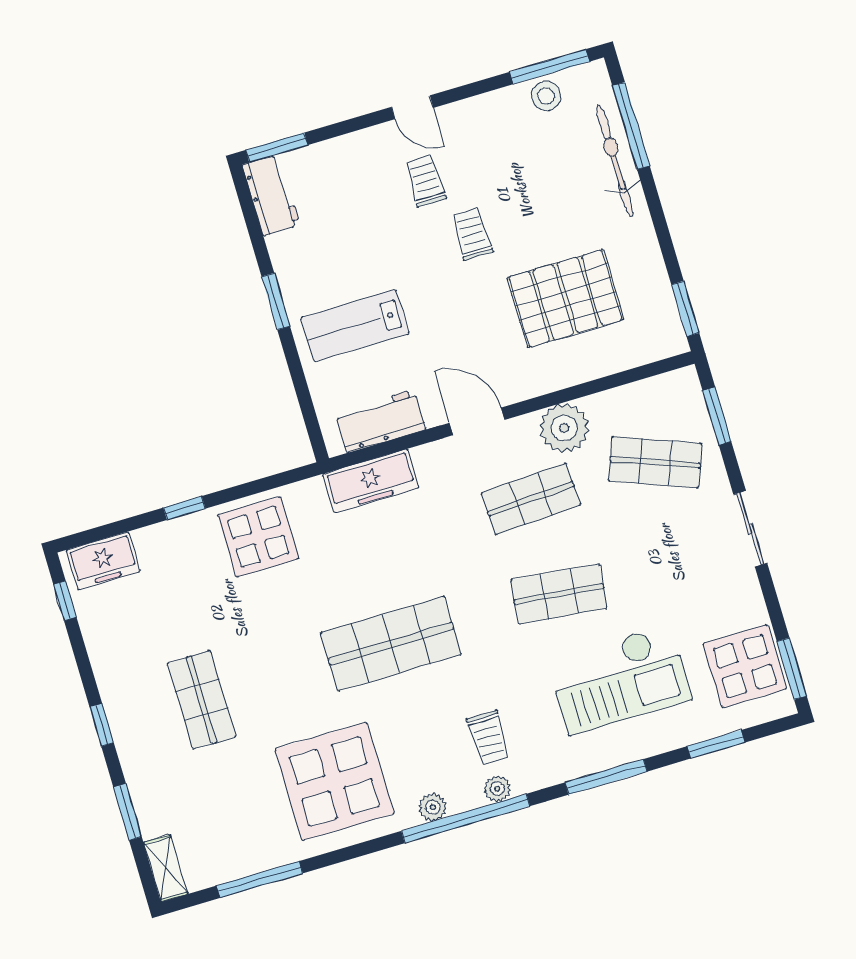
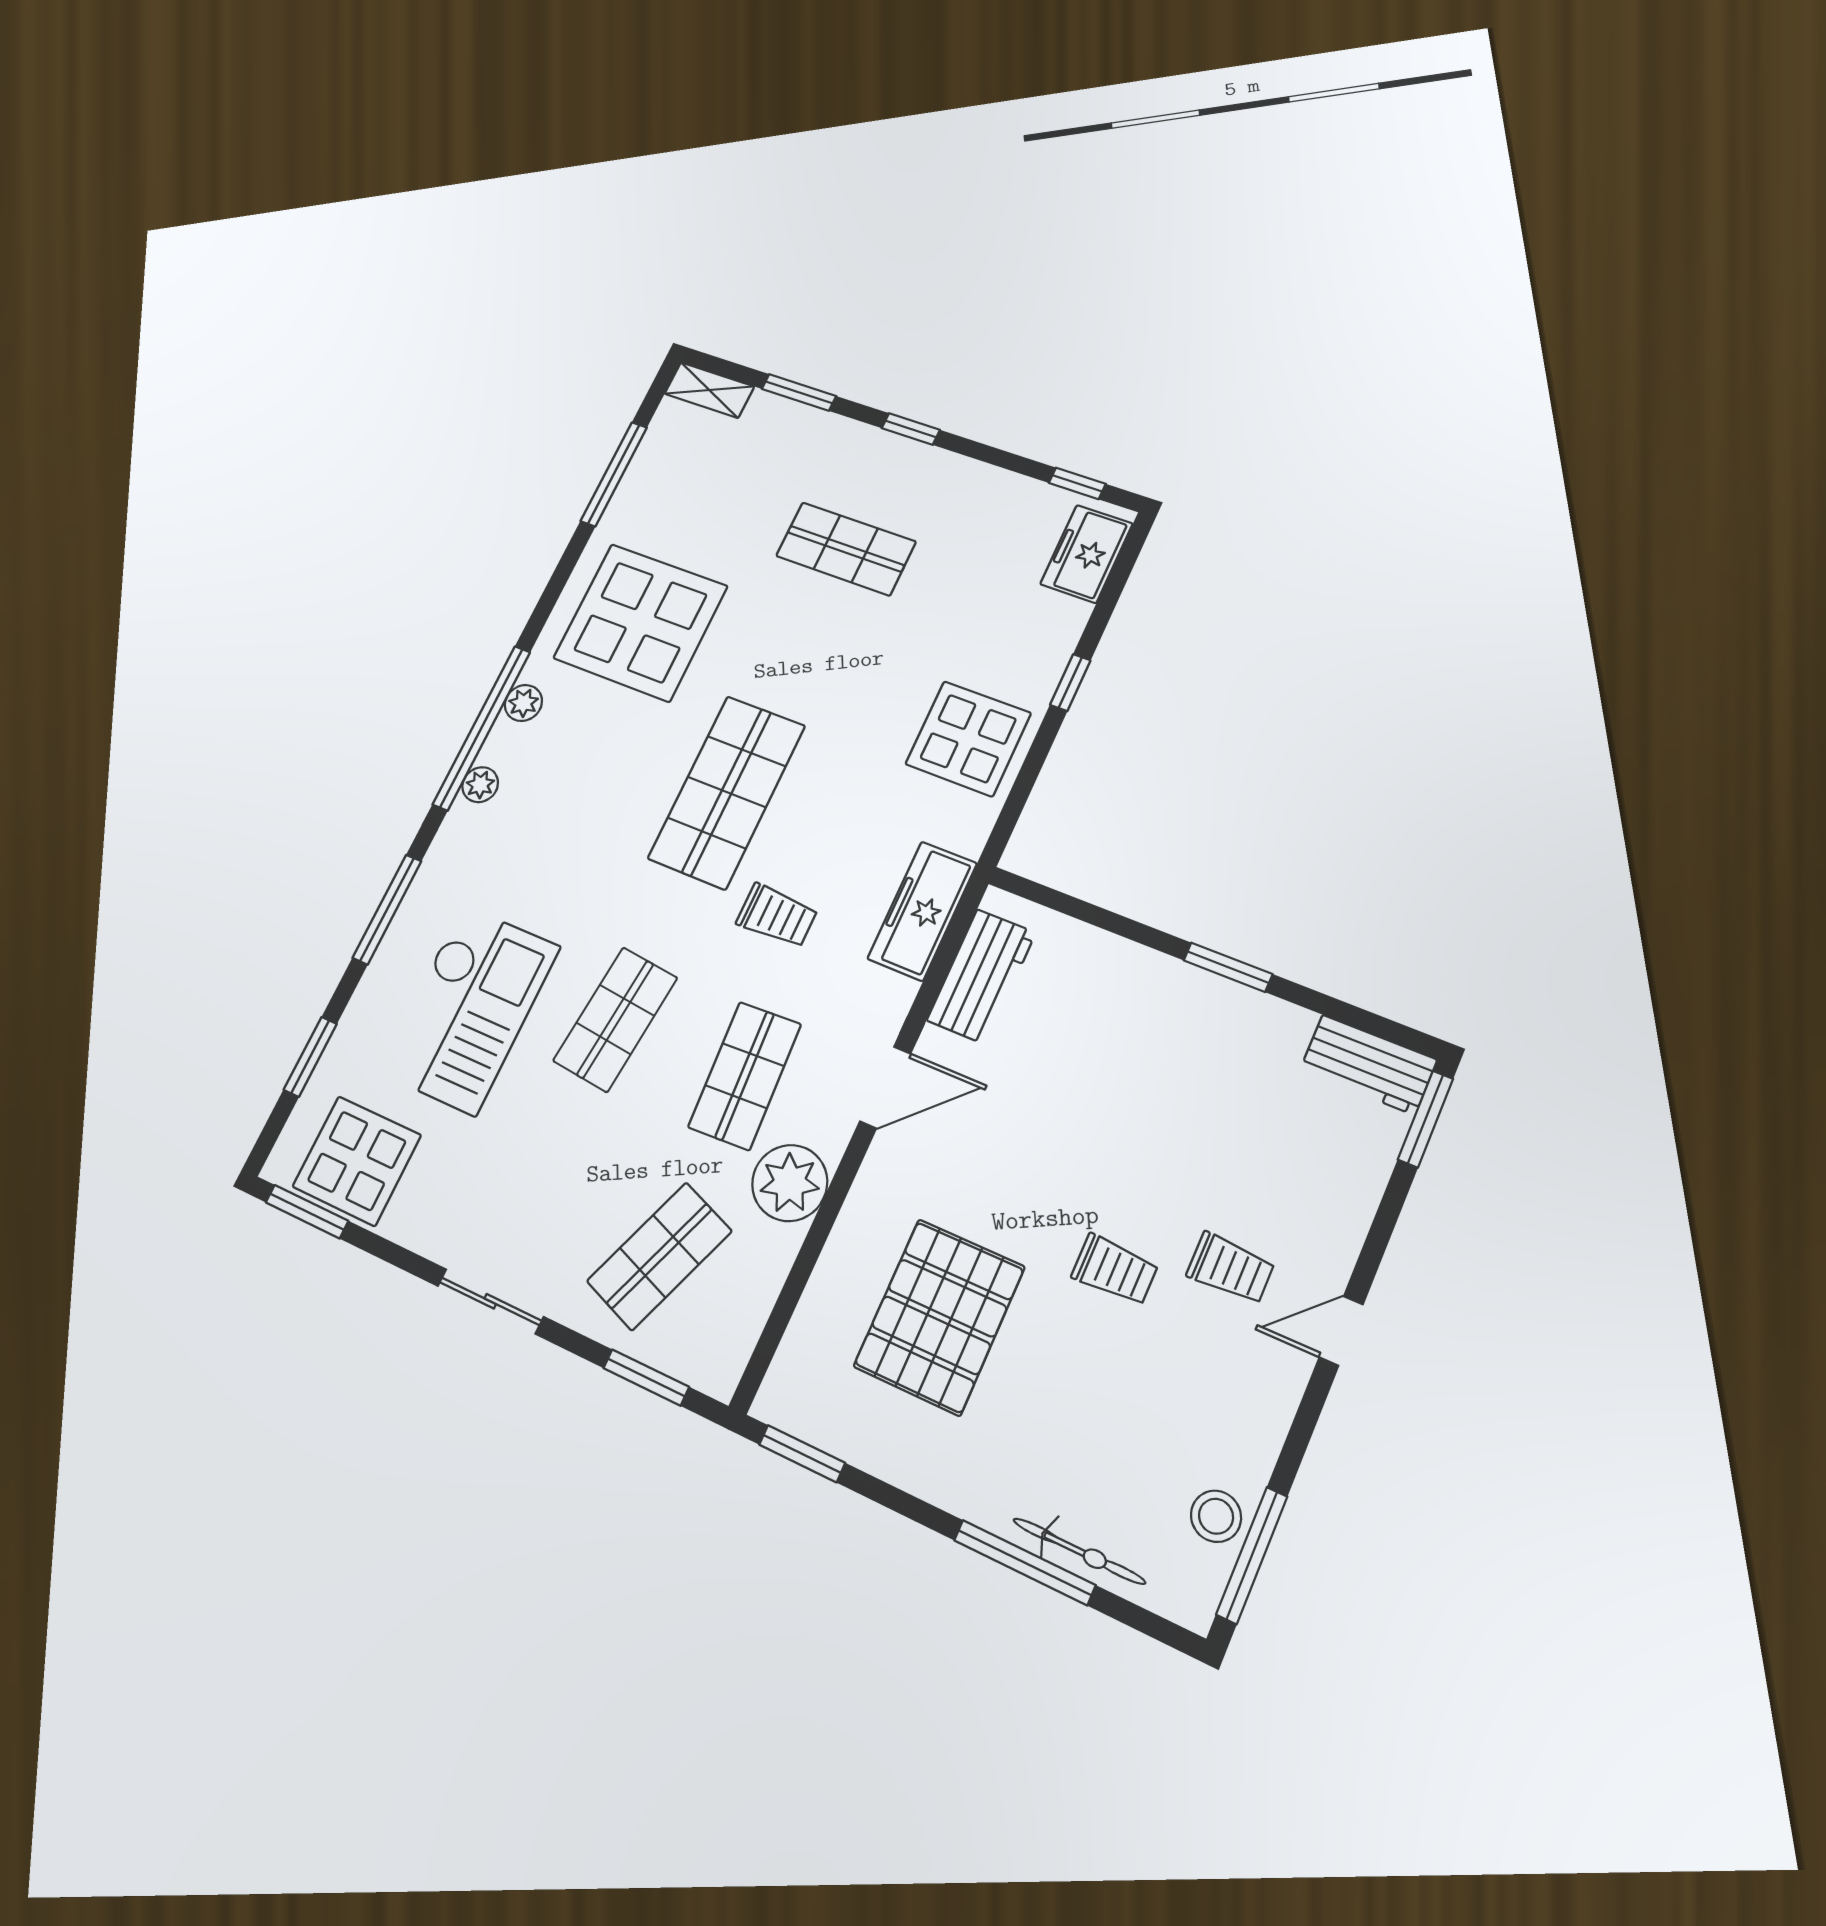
window: (631, 126) -> (1024, 1562), moved
bicycle: (615, 161) -> (1079, 1551), width x0.73, depth x0.71
lab bench: (355, 326) -> (1120, 1037), removed
checkout: (619, 679) -> (469, 1009), turned 180
trolley: (488, 738) -> (777, 916), moved, turned 180

